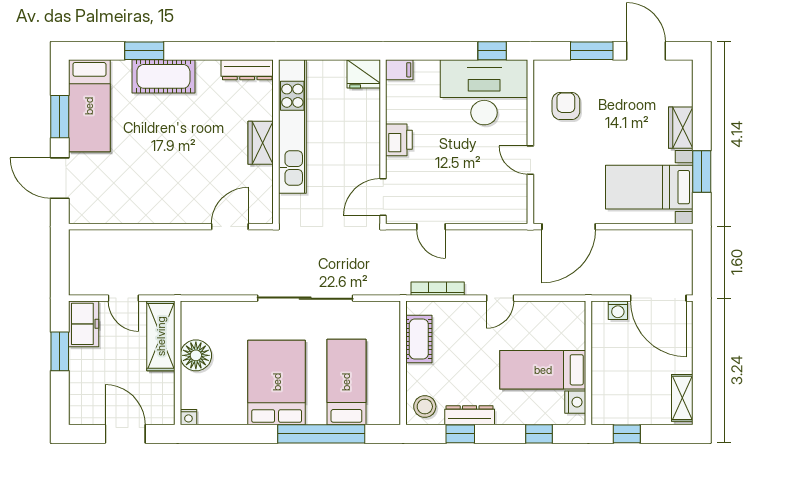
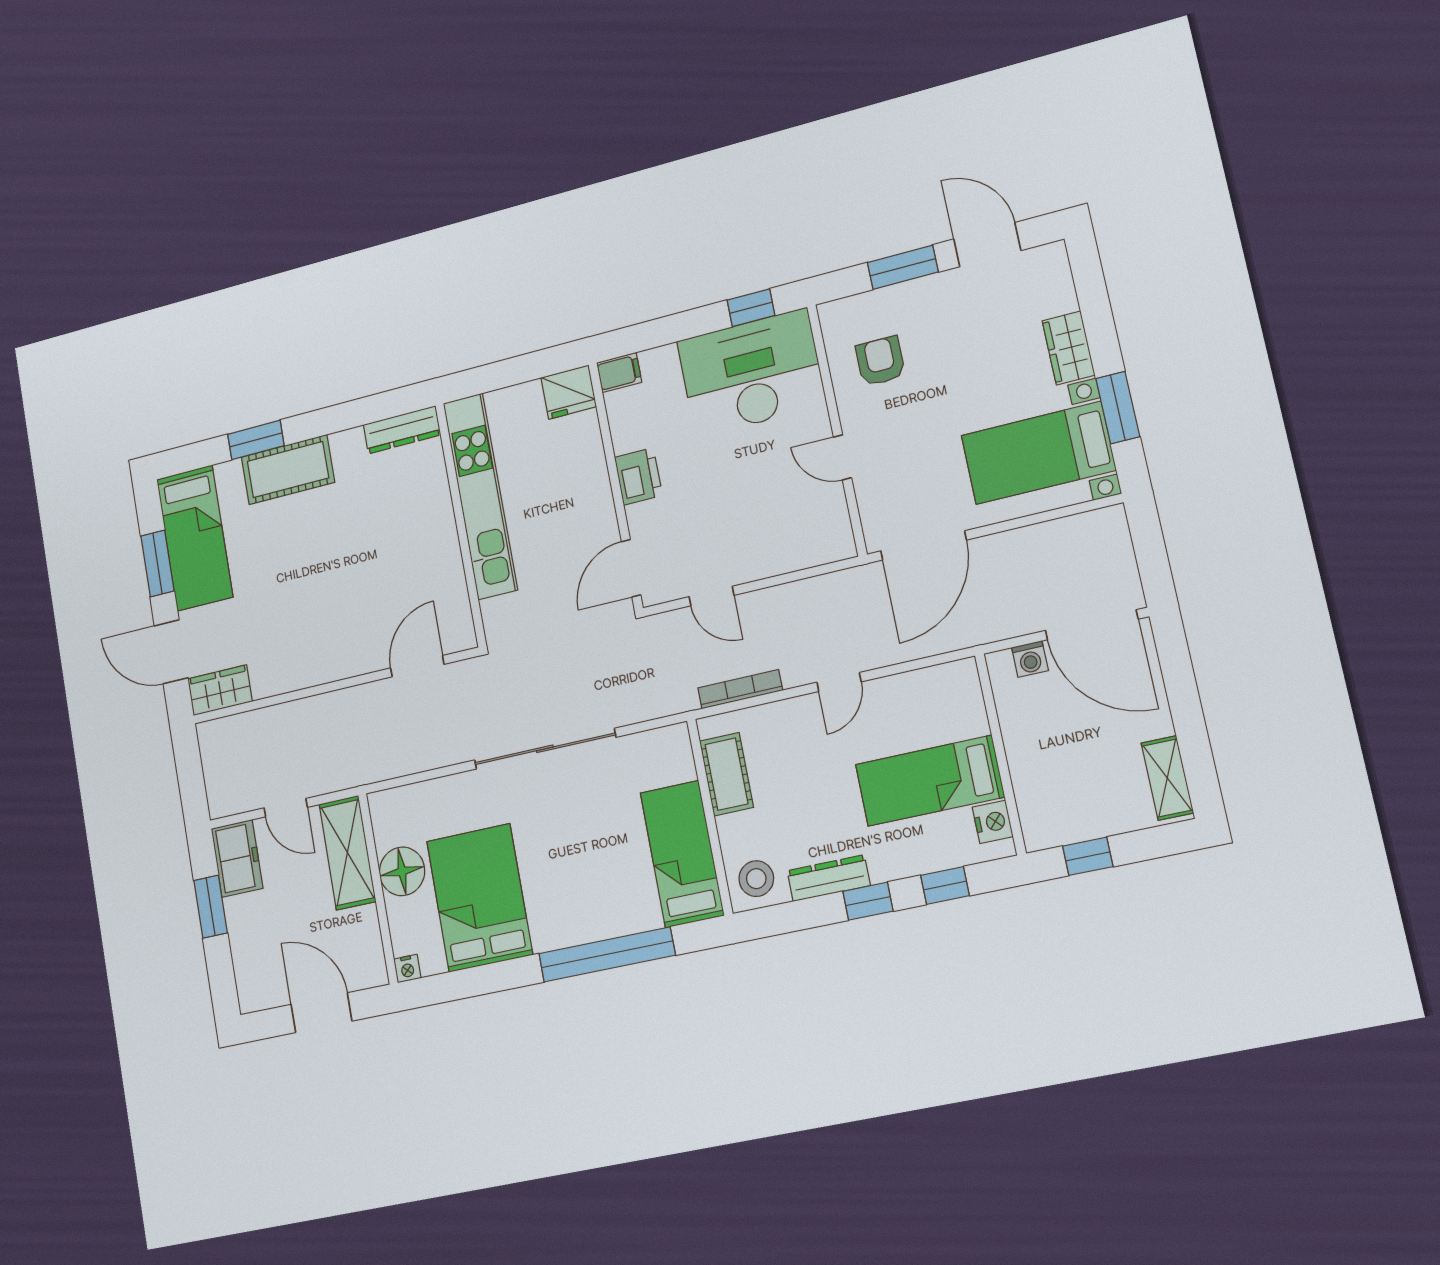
wardrobe: (261, 143) -> (220, 690), moved, turned 90
bed: (277, 382) -> (479, 898), moved
bed: (346, 382) -> (682, 854), moved
window: (460, 434) -> (868, 901), moved

